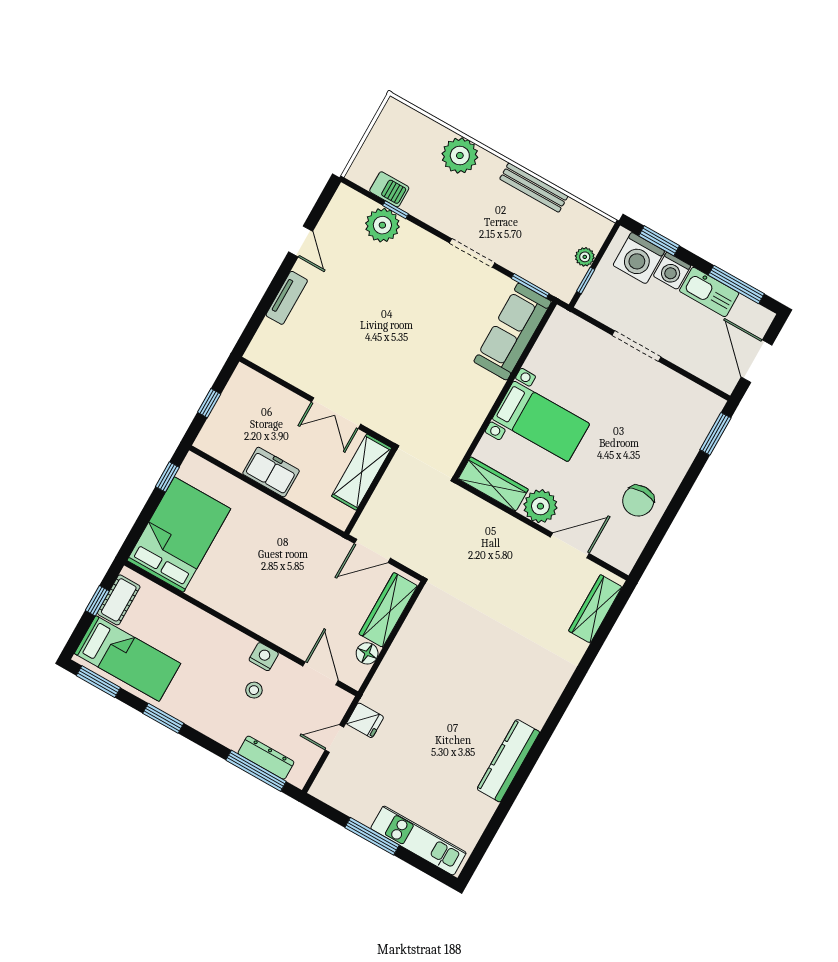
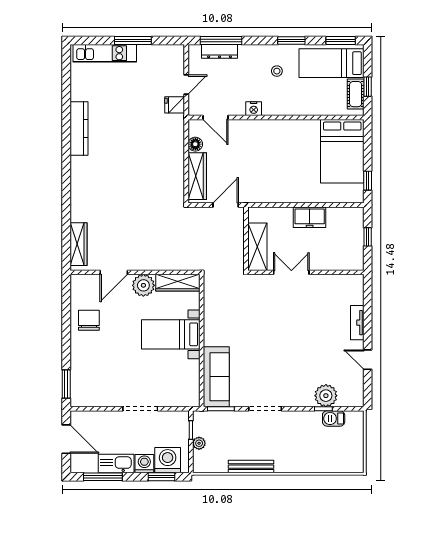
plant: (460, 155) -> (304, 461), removed
stool: (254, 690) -> (277, 71), moved

